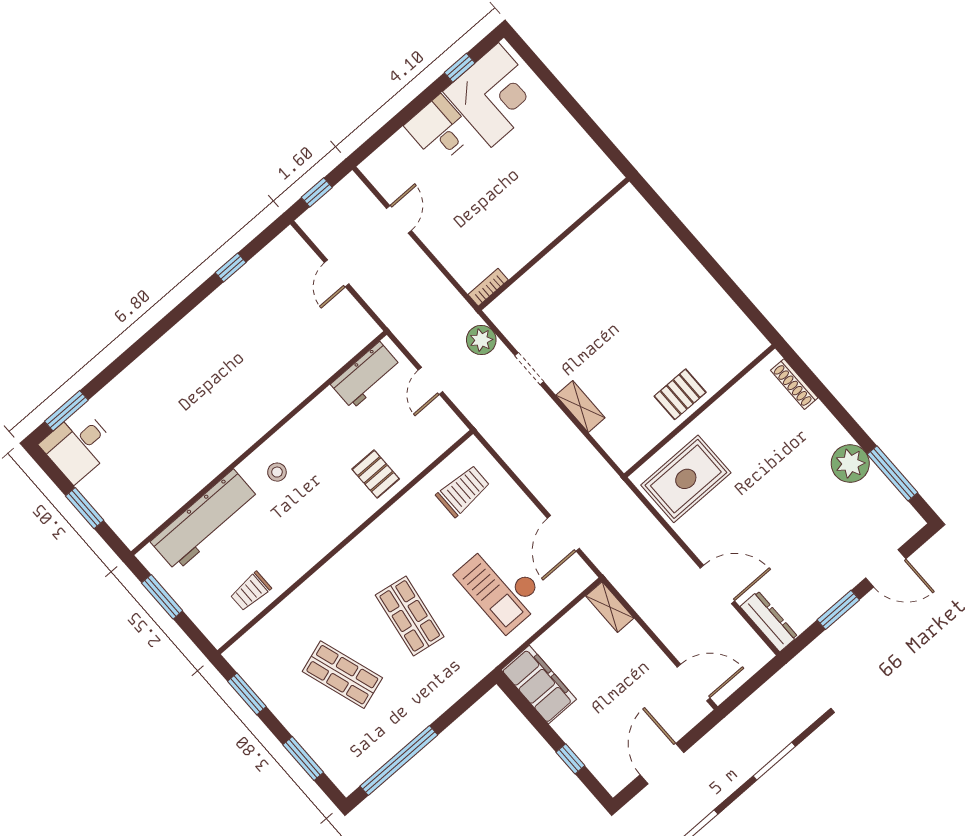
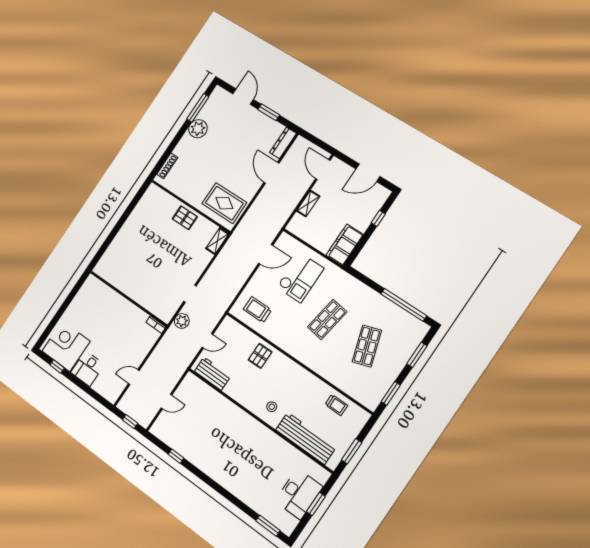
shelving: (580, 406) -> (217, 241), moved
desk: (78, 446) -> (299, 494), moved, width x1.37
shelving: (610, 607) -> (308, 204), moved

